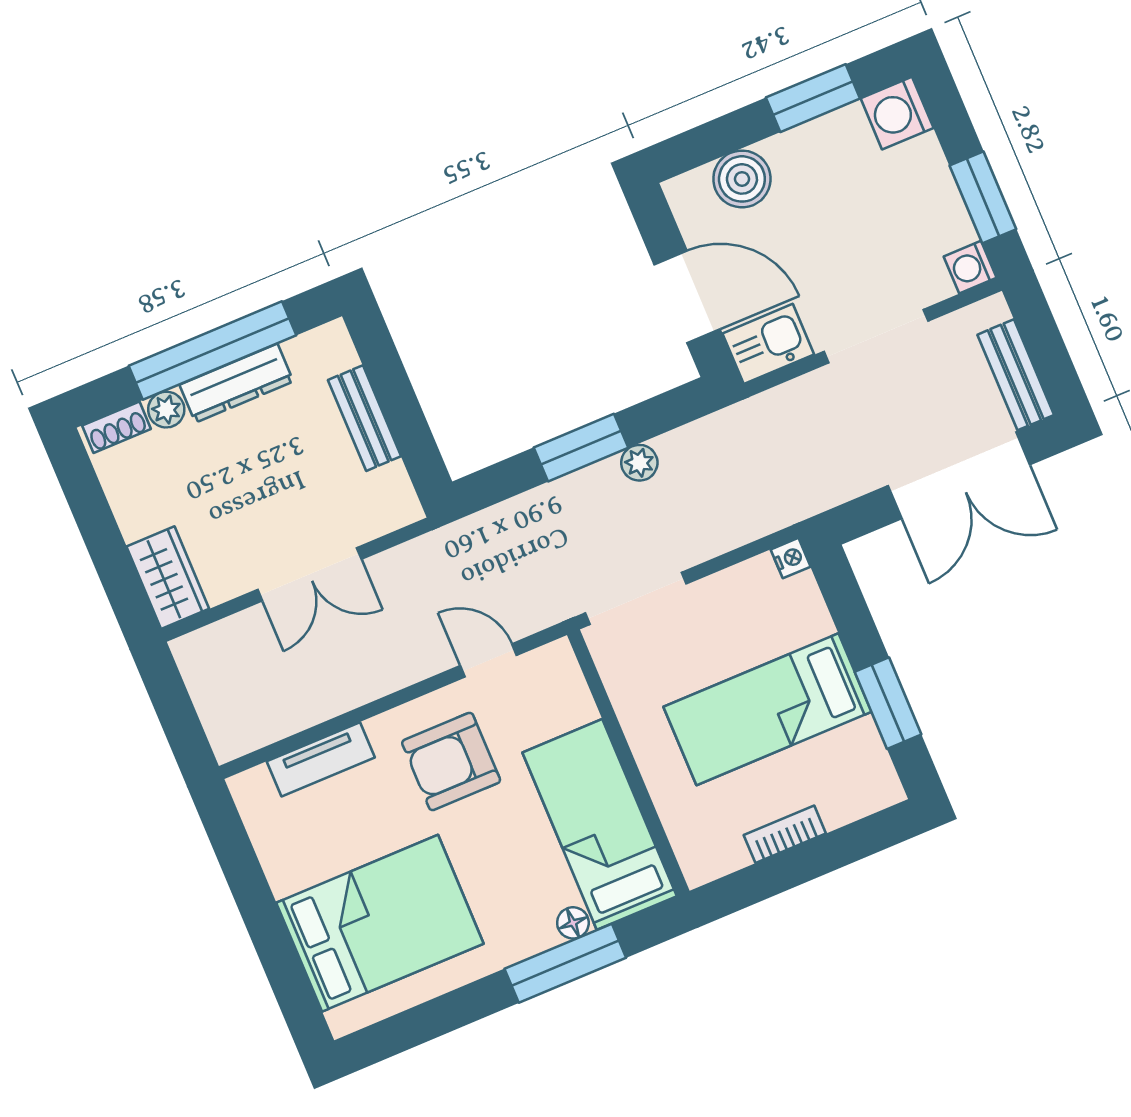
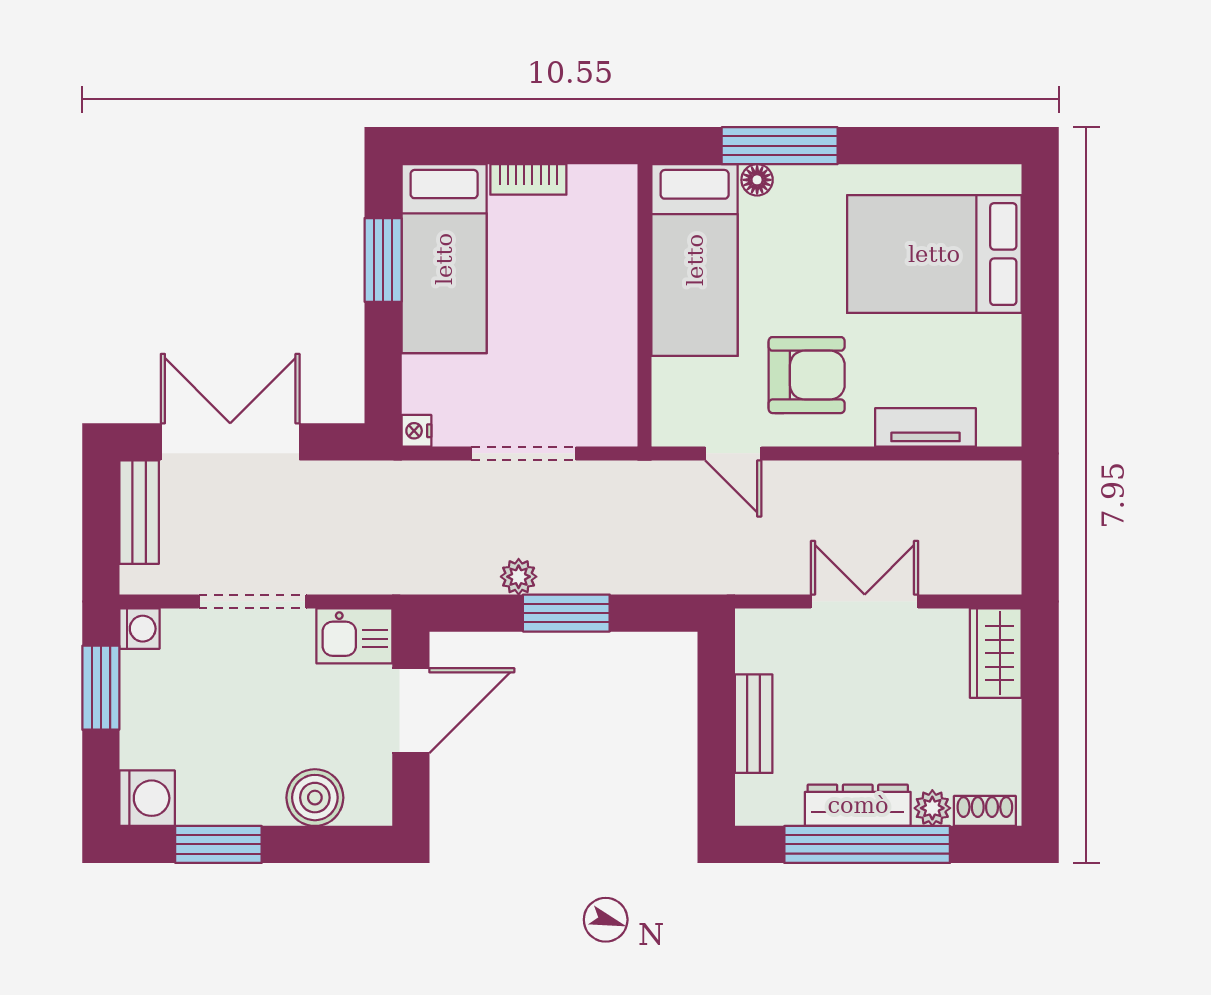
door: (687, 297) -> (411, 711), swing flipped
doorway: (636, 598) -> (524, 453), moved
bed: (767, 709) -> (444, 259), moved, turned 90

